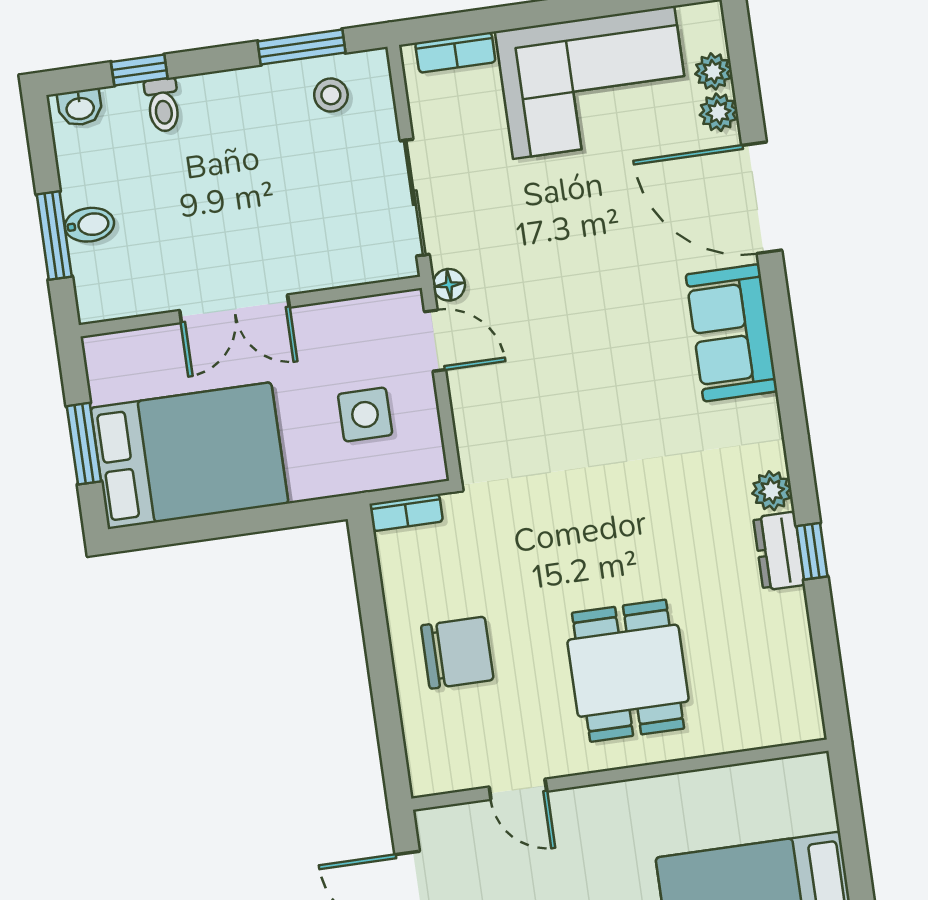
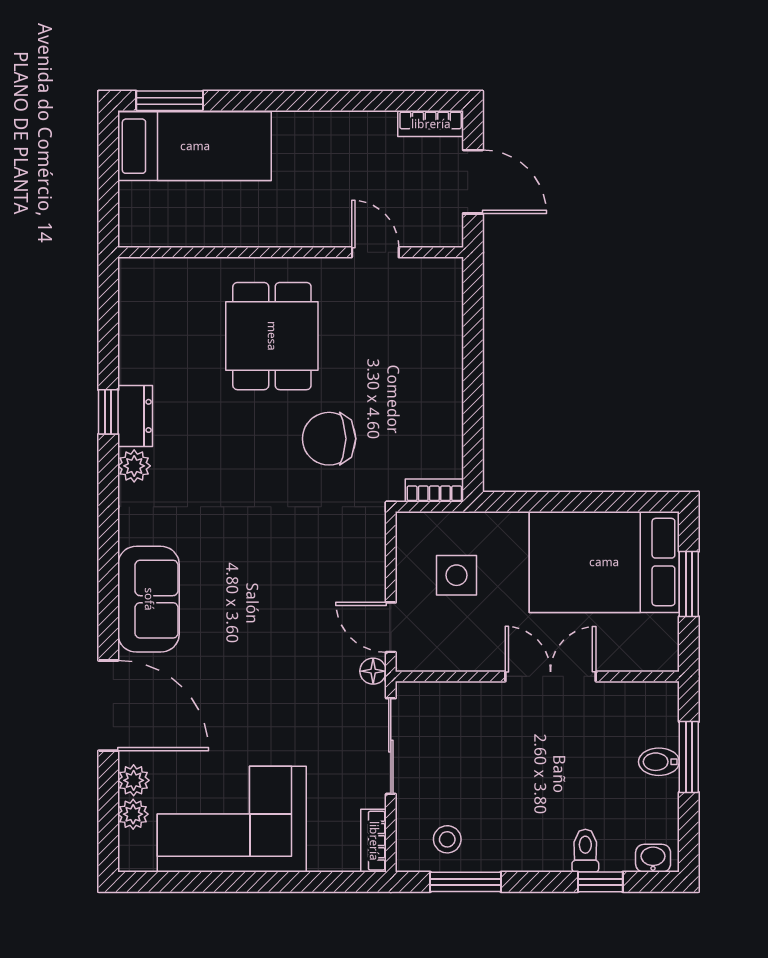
bookcase: (455, 52) -> (374, 841), moved, turned -90
chair: (457, 653) -> (329, 439), moved

